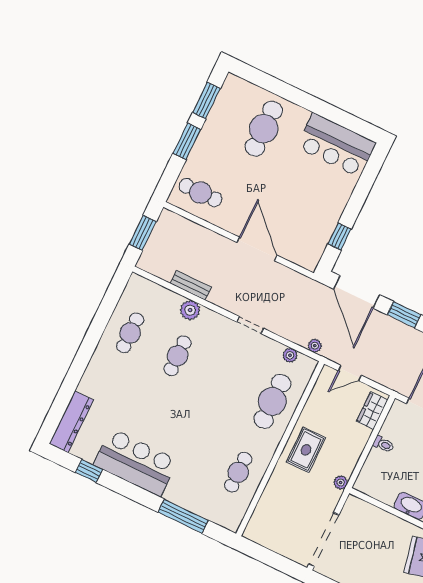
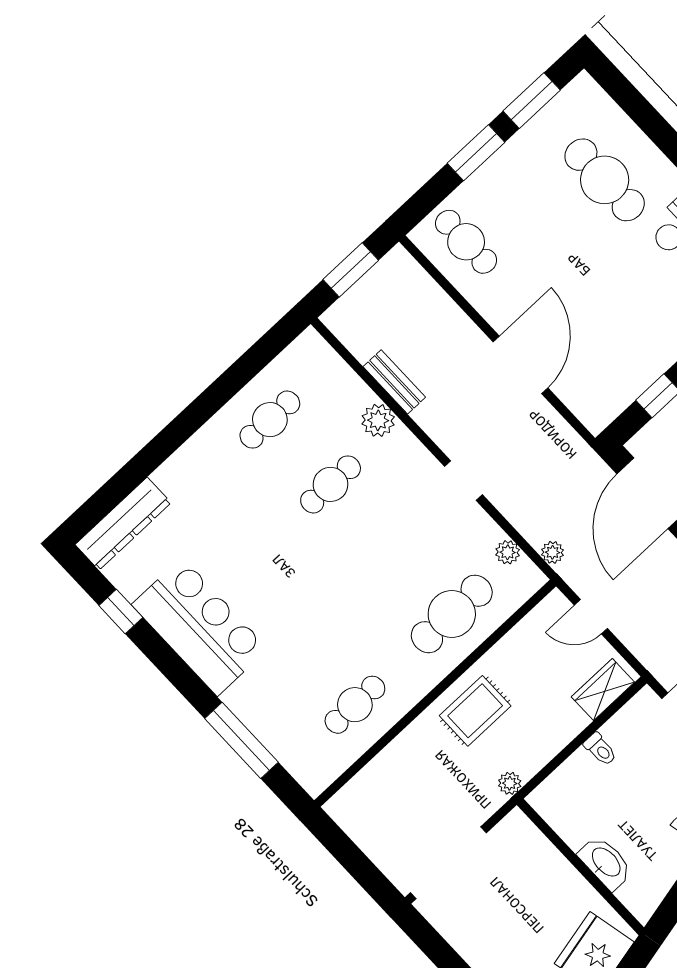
cafe table: (264, 129) -> (605, 180), turned 90

